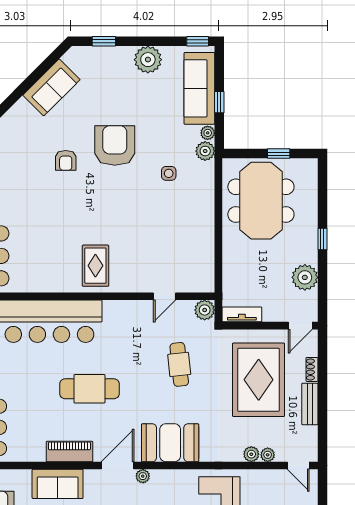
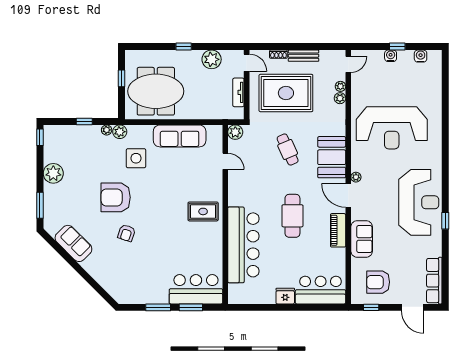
window: (104, 41) -> (40, 205), width x1.50
sofa: (199, 88) -> (180, 136), moved
armchair: (66, 160) -> (127, 233), turned 108
side table: (169, 173) -> (136, 158), width x1.87, depth x1.87
tv unit: (242, 314) -> (238, 92), moved
cafe table: (179, 364) -> (288, 149), moved, turned 72

